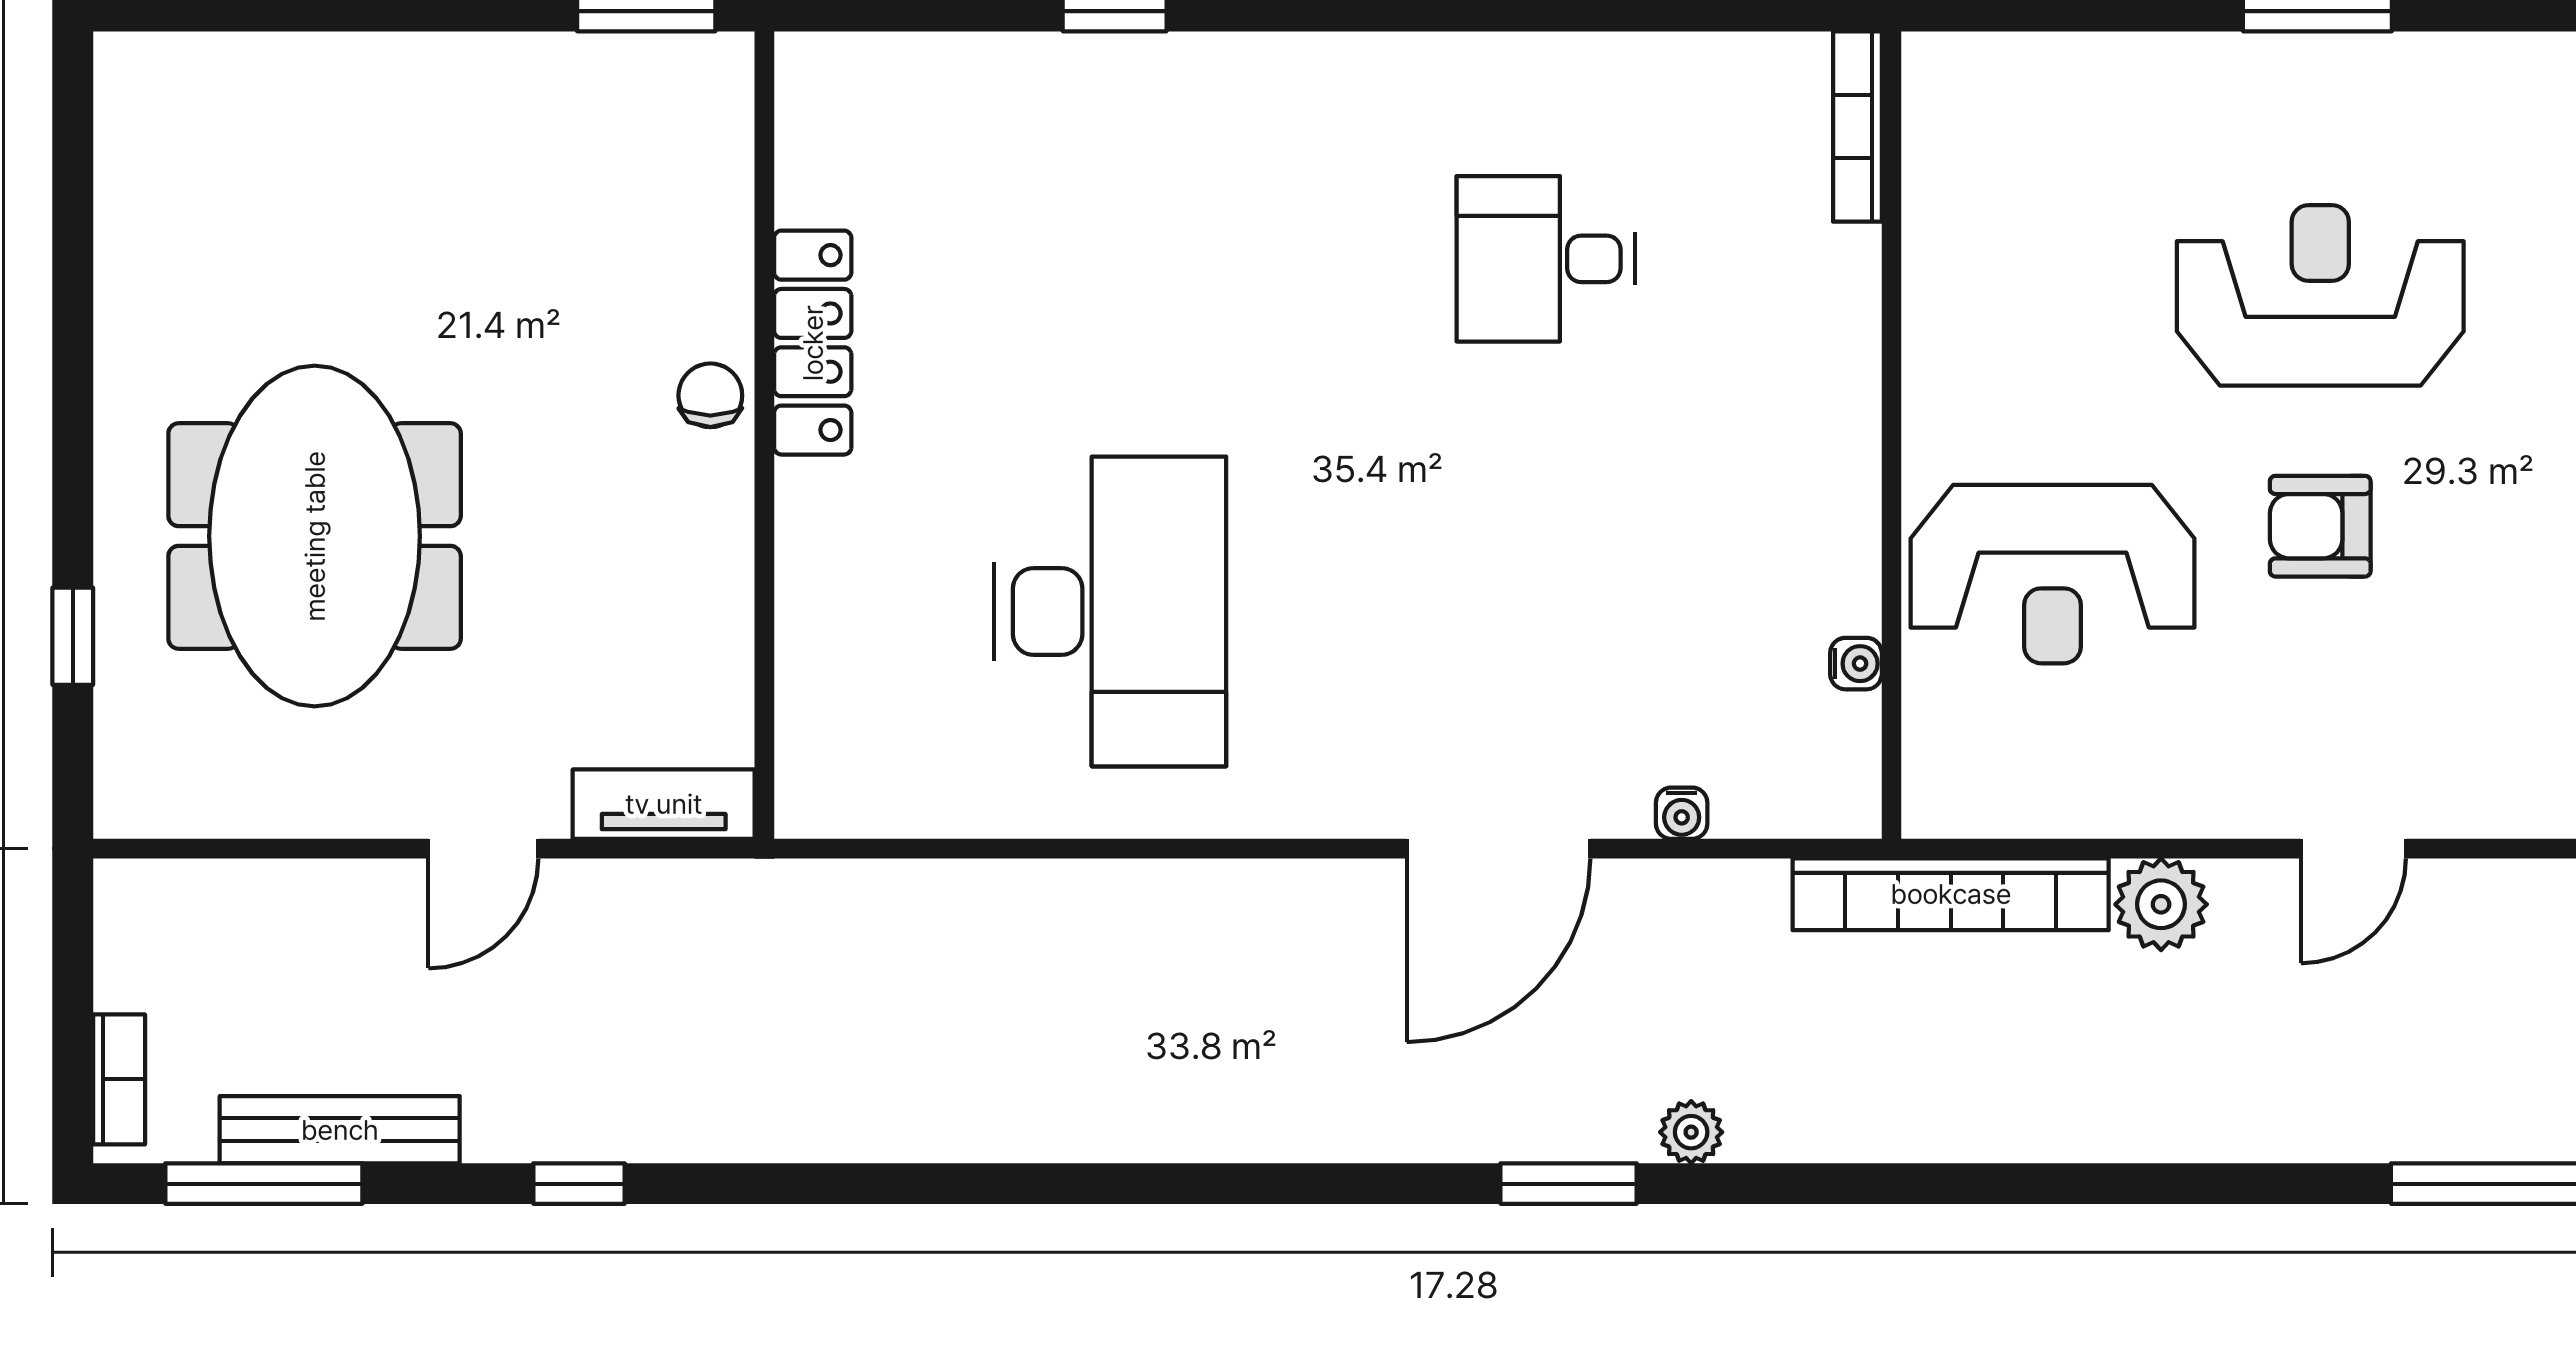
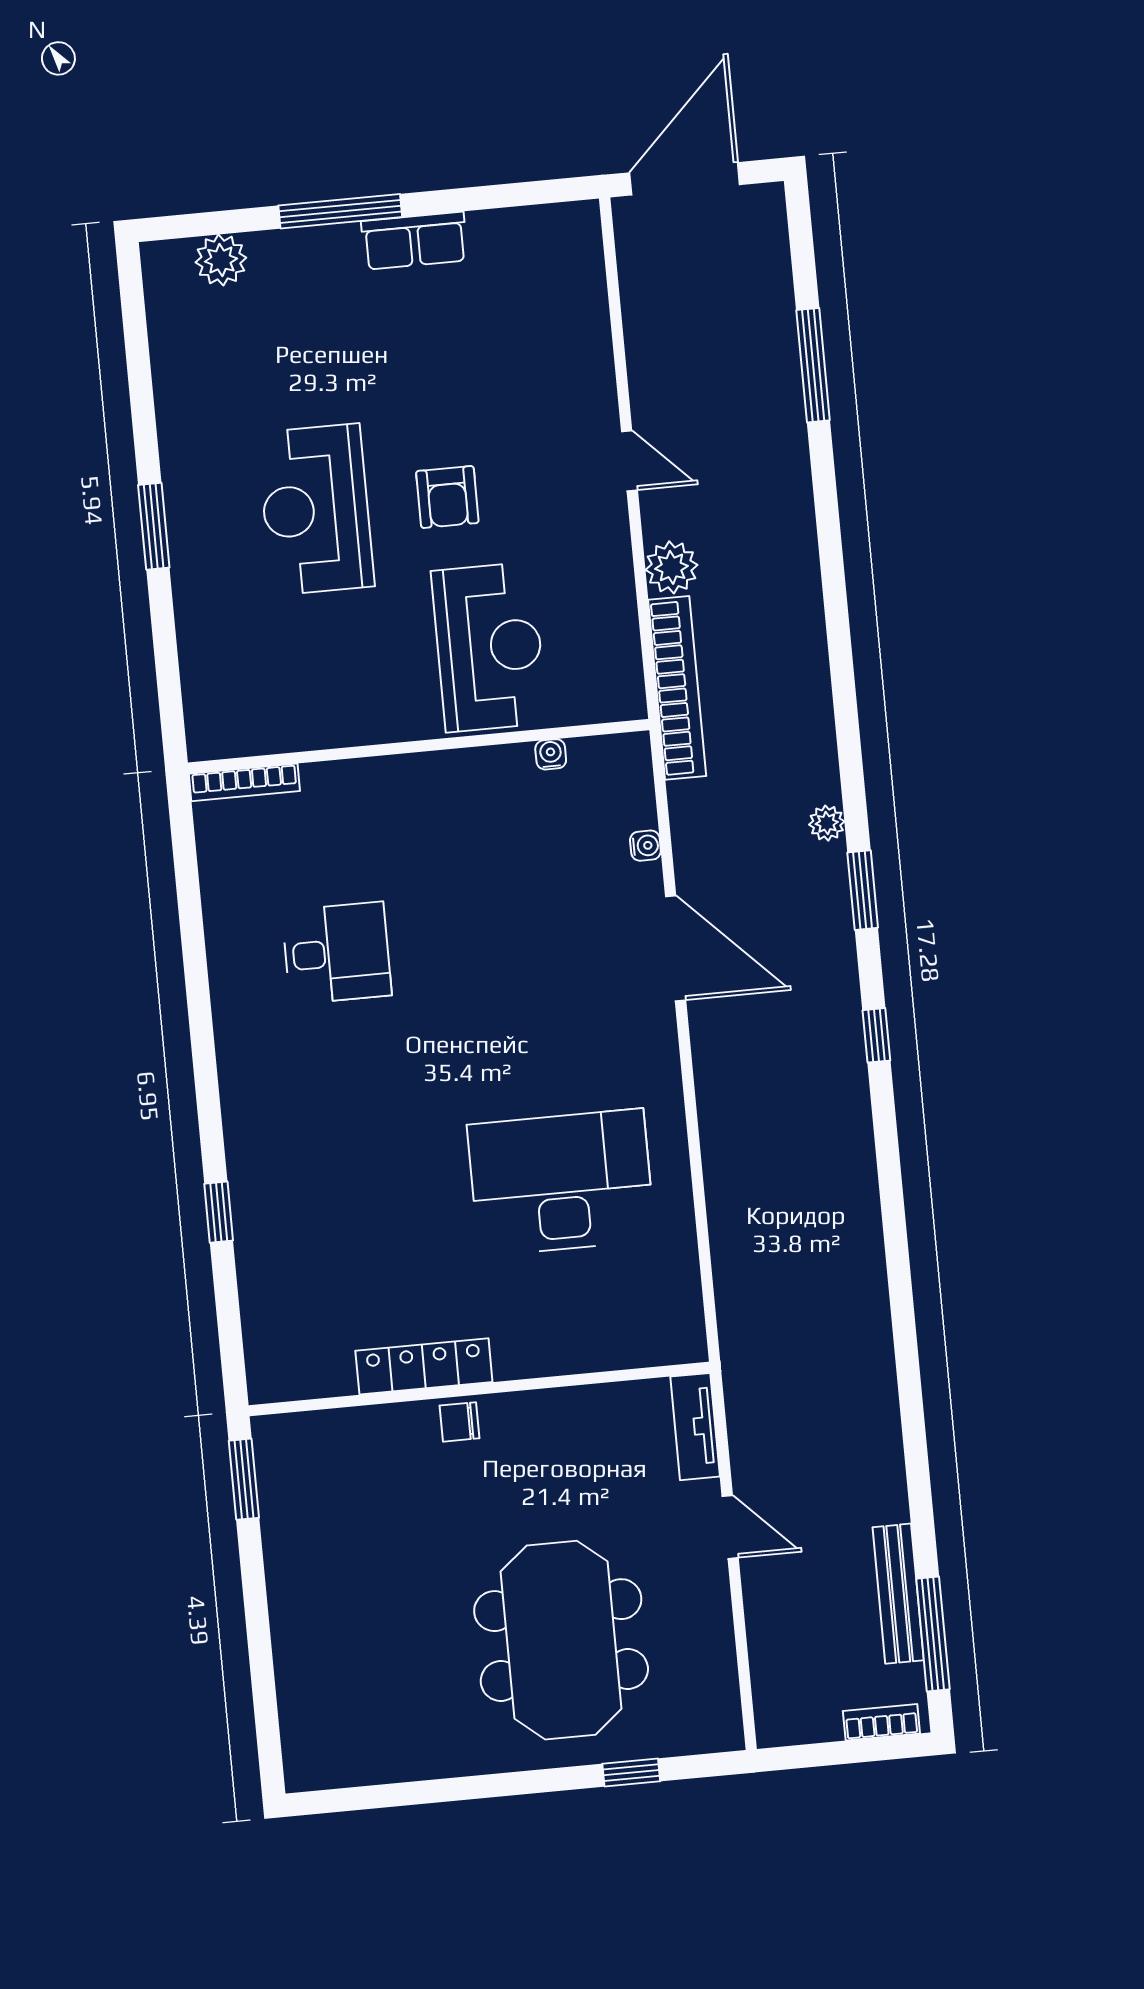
desk: (1546, 259) -> (337, 953), turned -90
meeting table: (315, 536) -> (561, 1640), turned 90
window: (579, 1184) -> (876, 1035), moved

